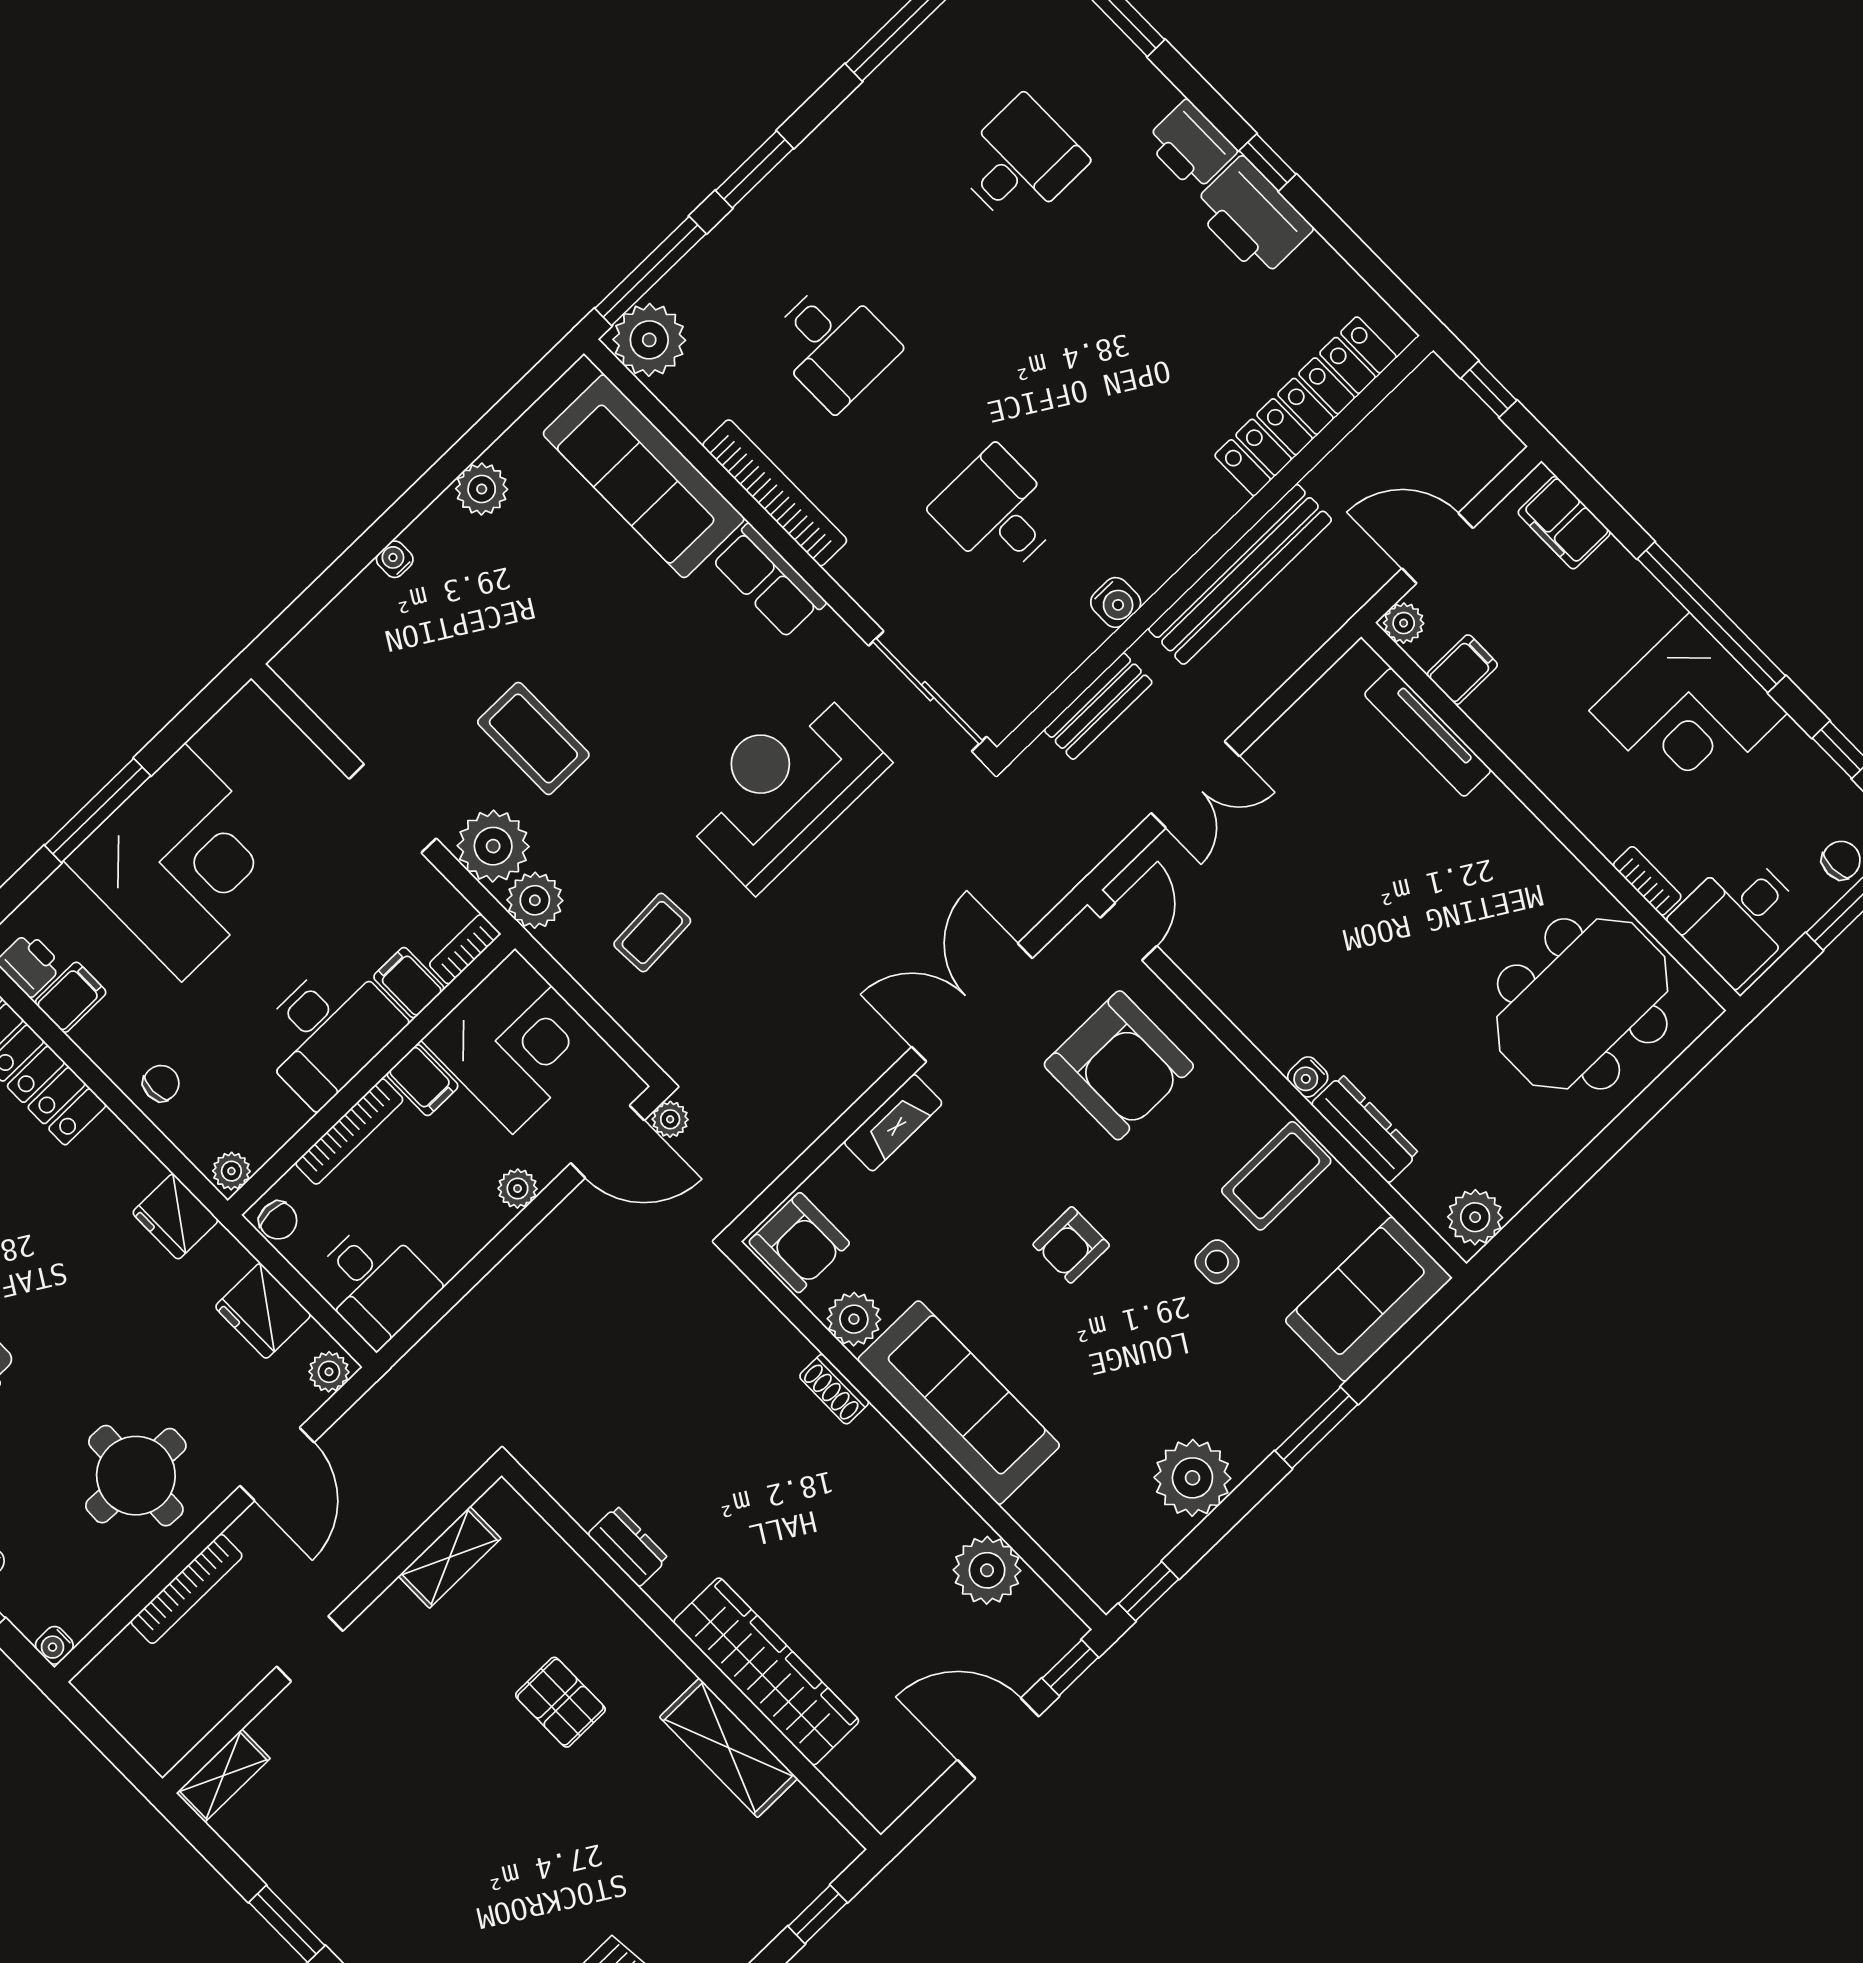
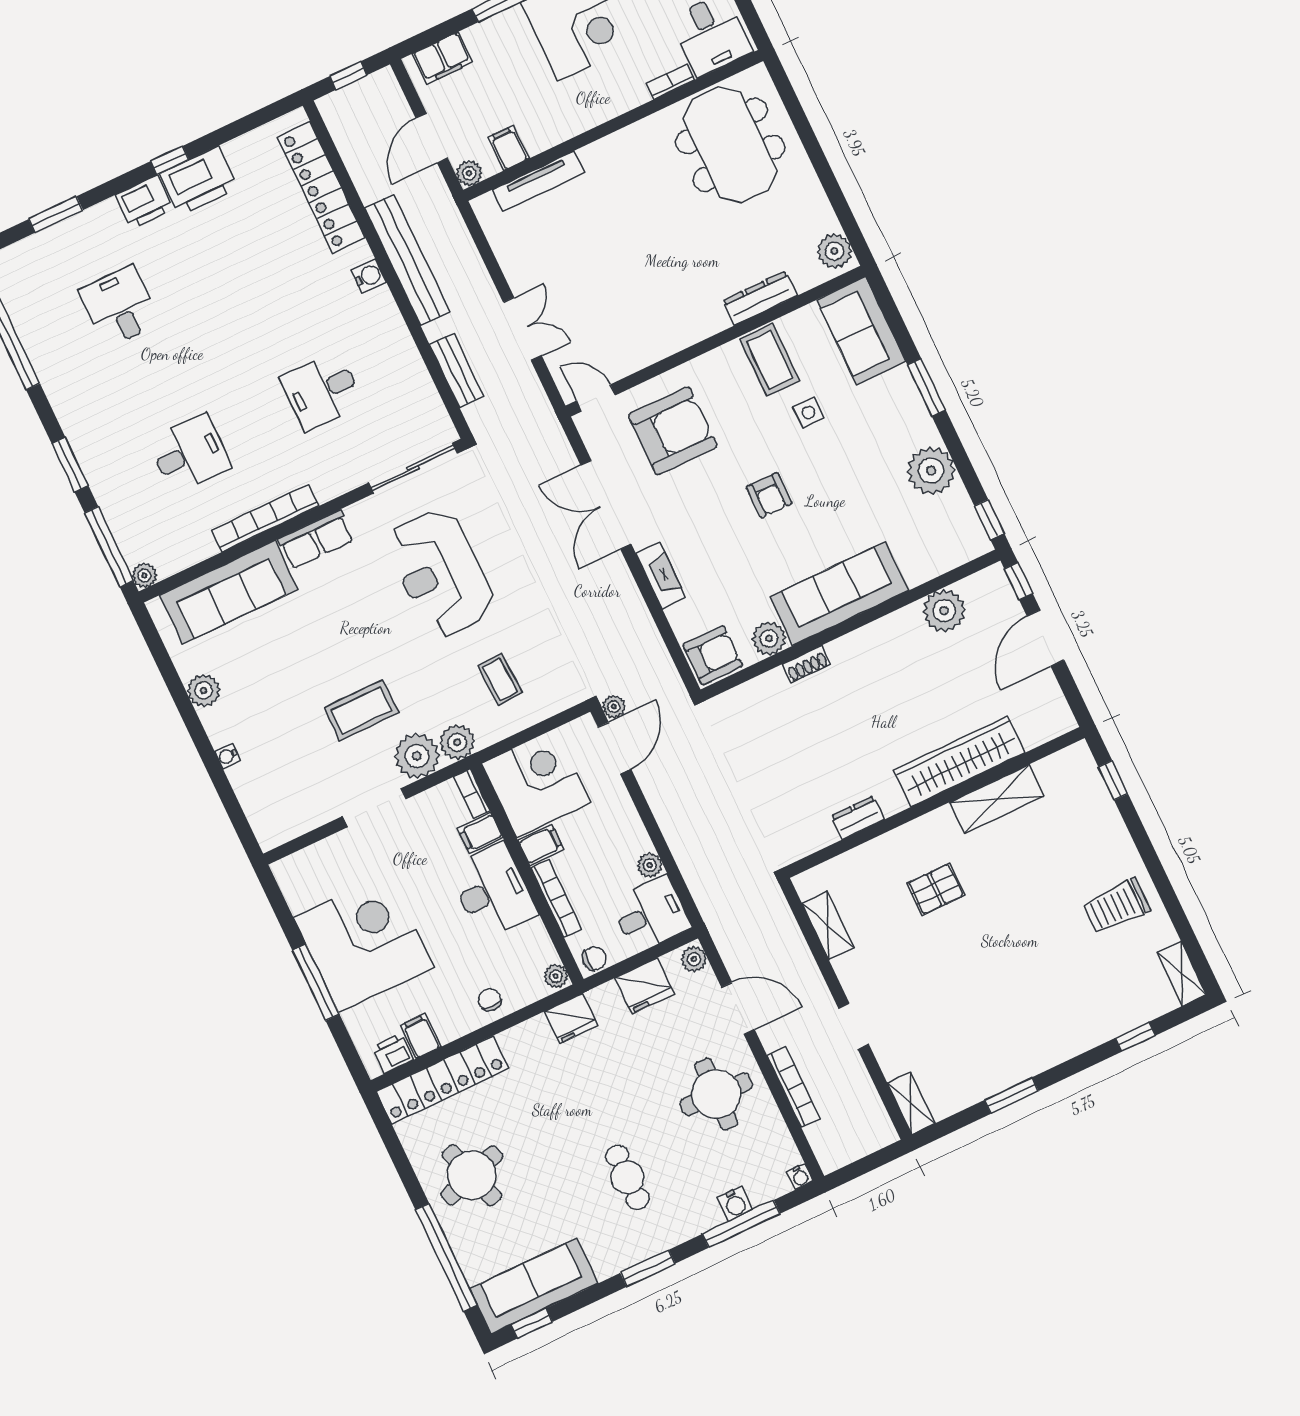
plant: (649, 340) -> (144, 575), width x0.53, depth x0.53
water cooler: (1116, 602) -> (369, 276), moved
water cooler: (1308, 1077) -> (718, 322), removed
plant: (518, 1189) -> (650, 865), moved

